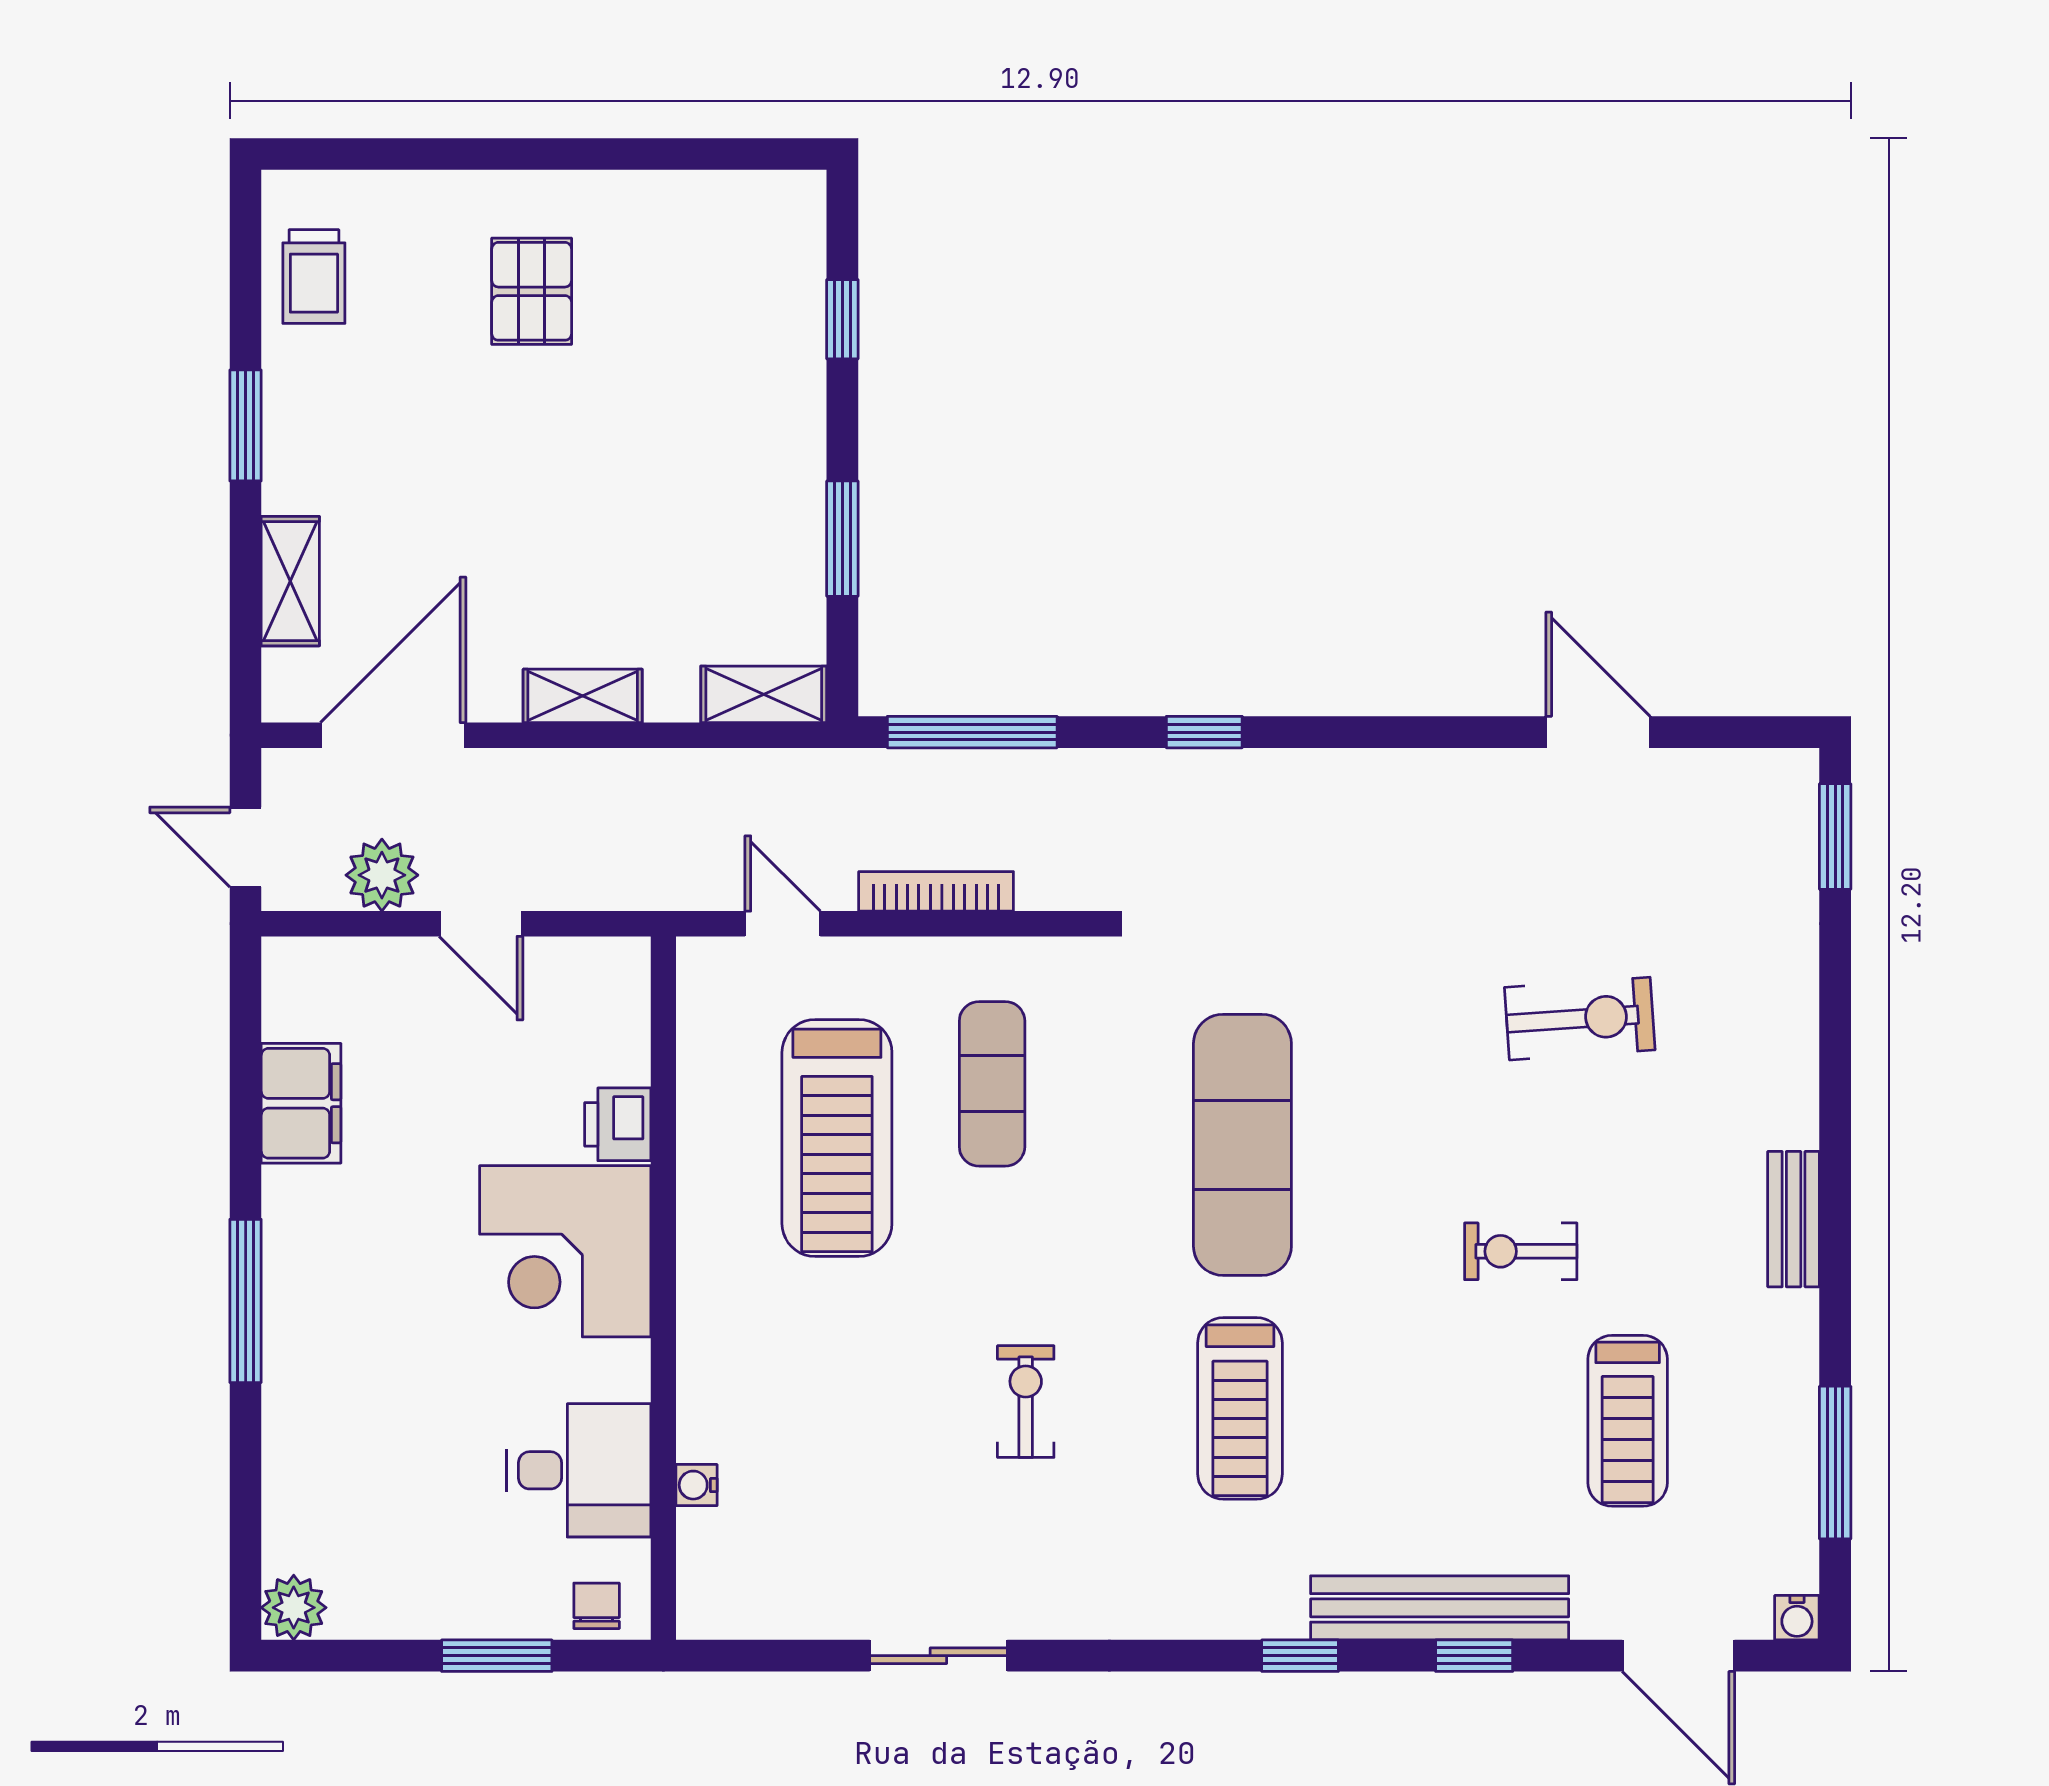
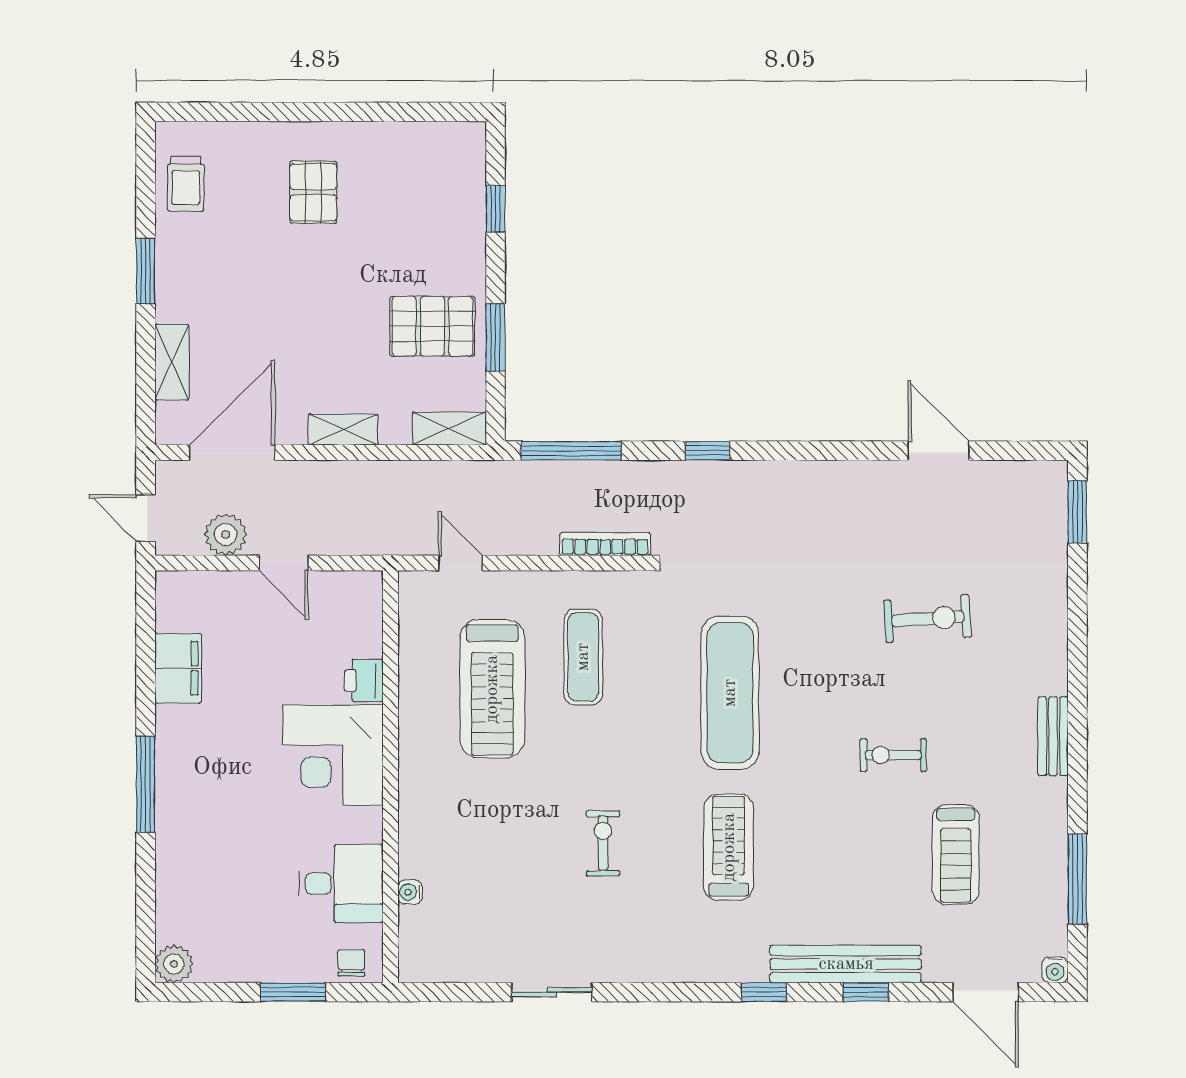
pallet: (735, 520) -> (432, 326), added
bookcase: (936, 891) -> (605, 544), moved
treadmill: (1240, 1408) -> (729, 847), turned 180

